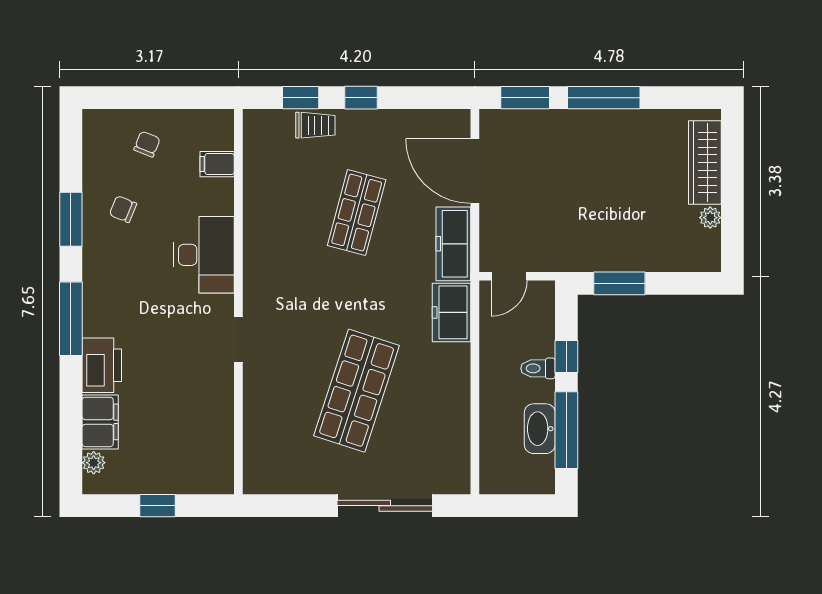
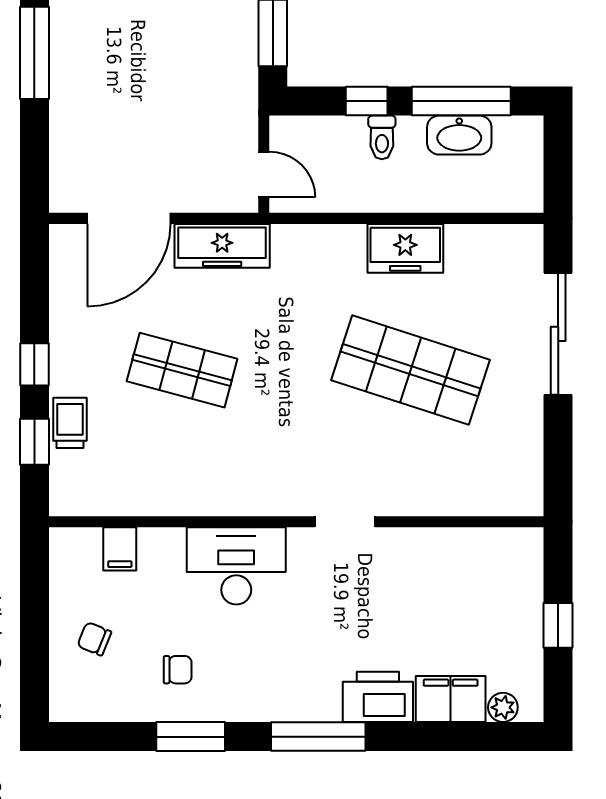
window: (525, 98) -> (34, 154), removed
chair: (123, 209) -> (178, 670), turned -112
freezer: (451, 312) -> (405, 248), moved

